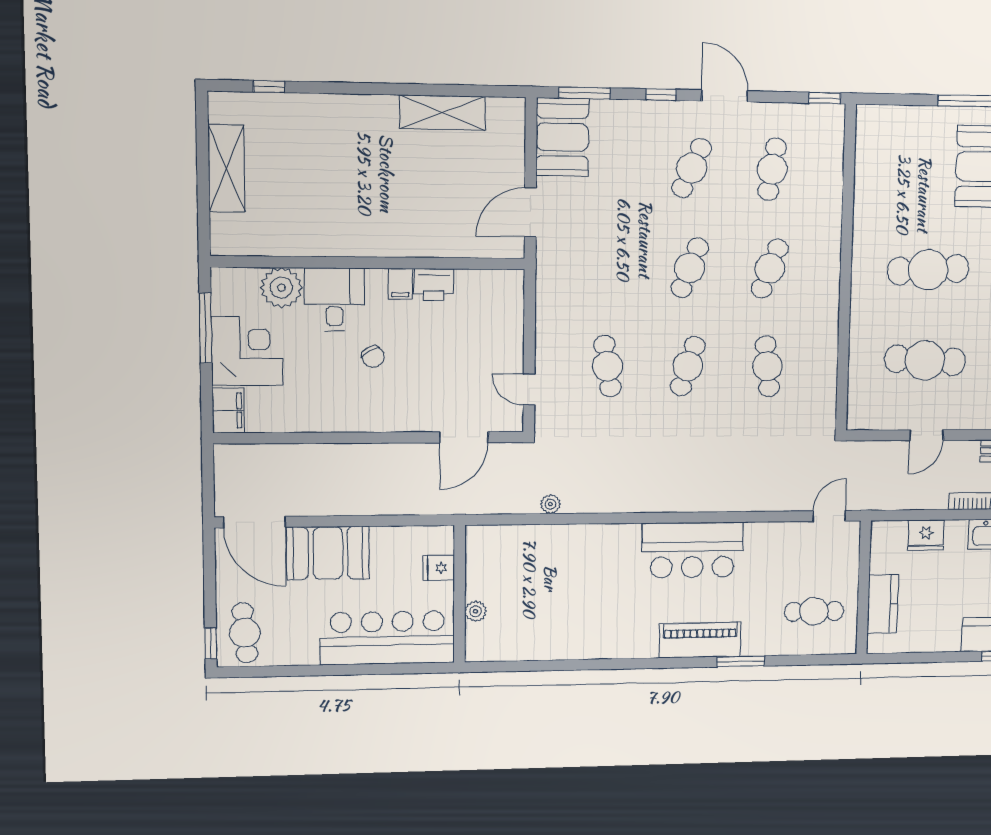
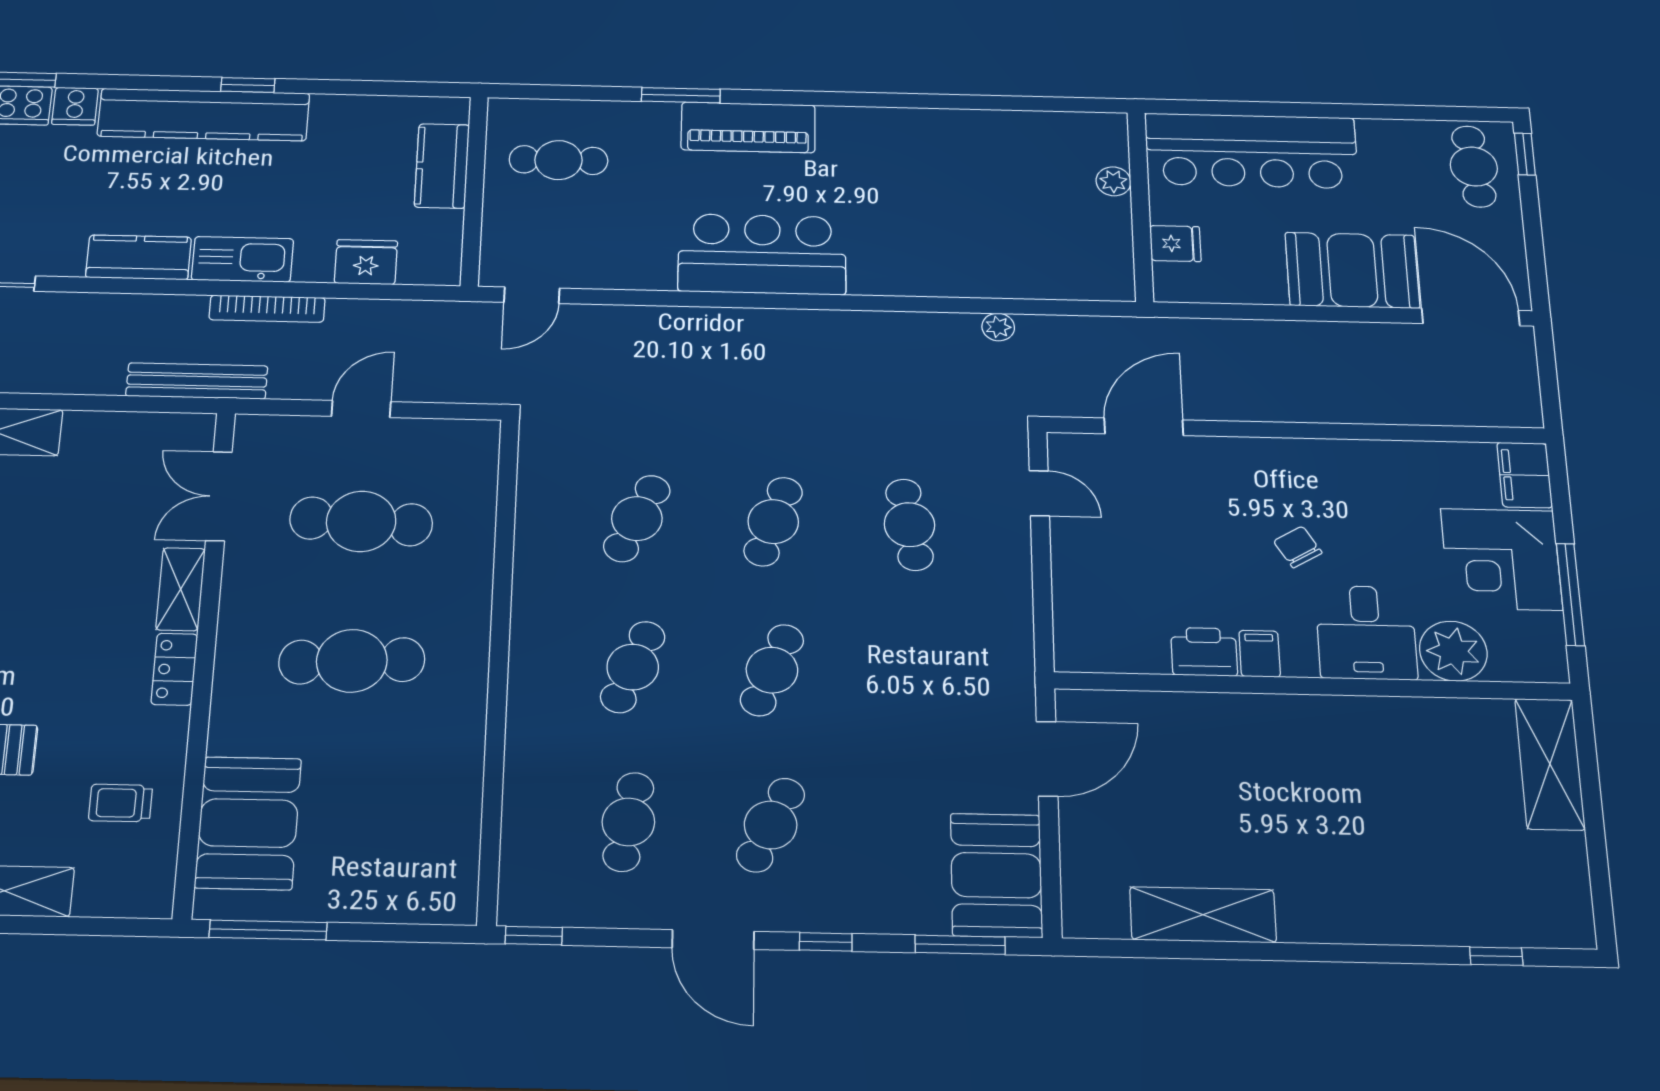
shelving: (226, 168) -> (1550, 764), moved
cafe table: (767, 366) -> (637, 519), turned 30

